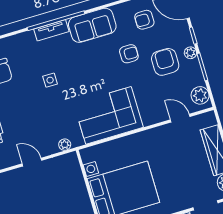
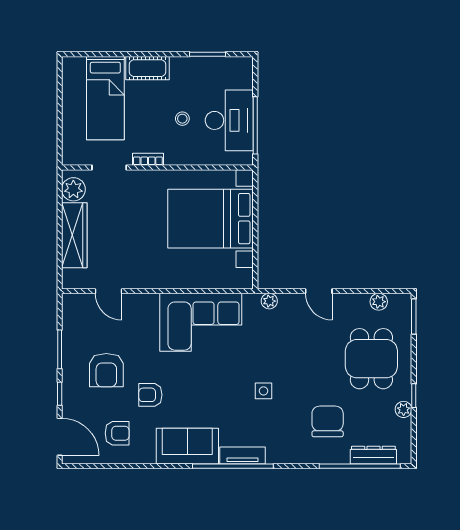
plant: (190, 53) -> (70, 372), removed
plant: (200, 95) -> (74, 313), removed

